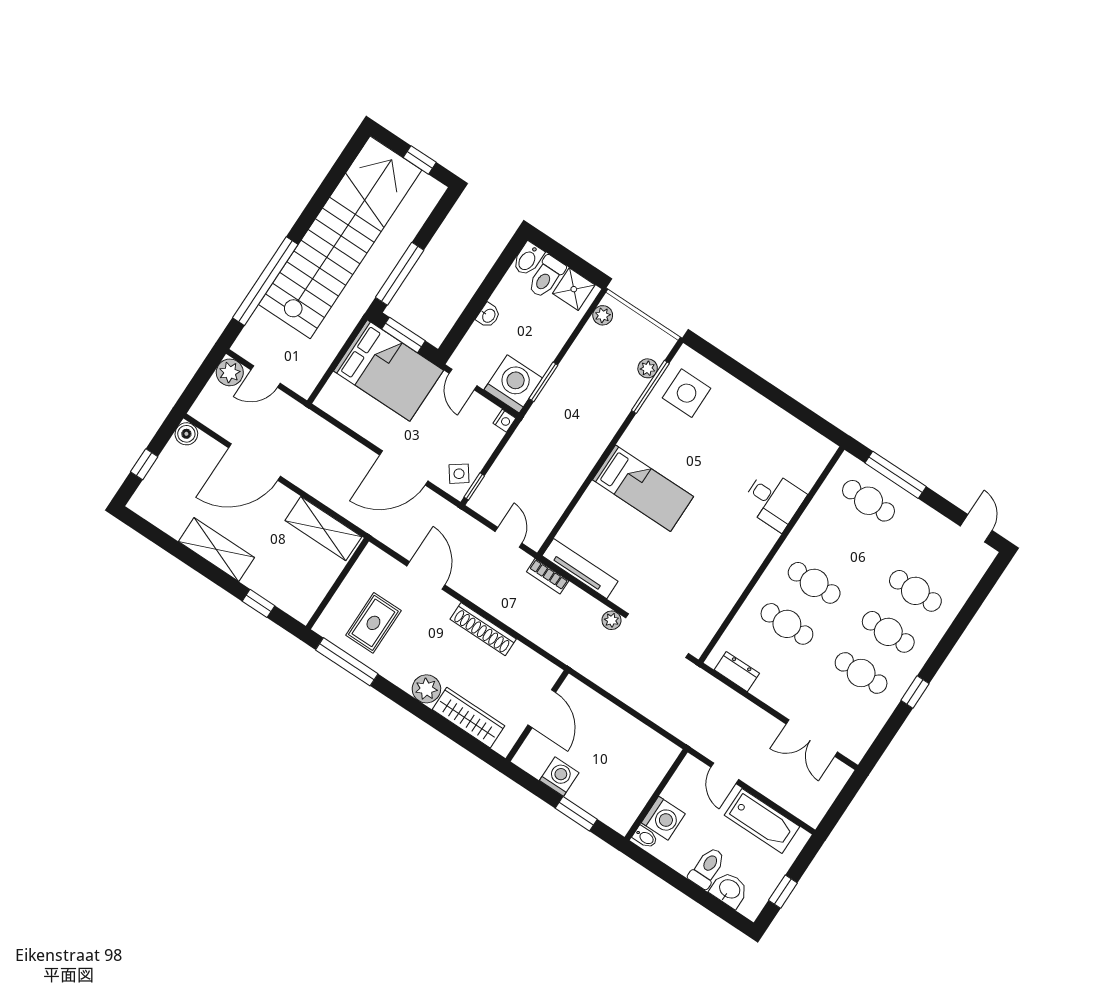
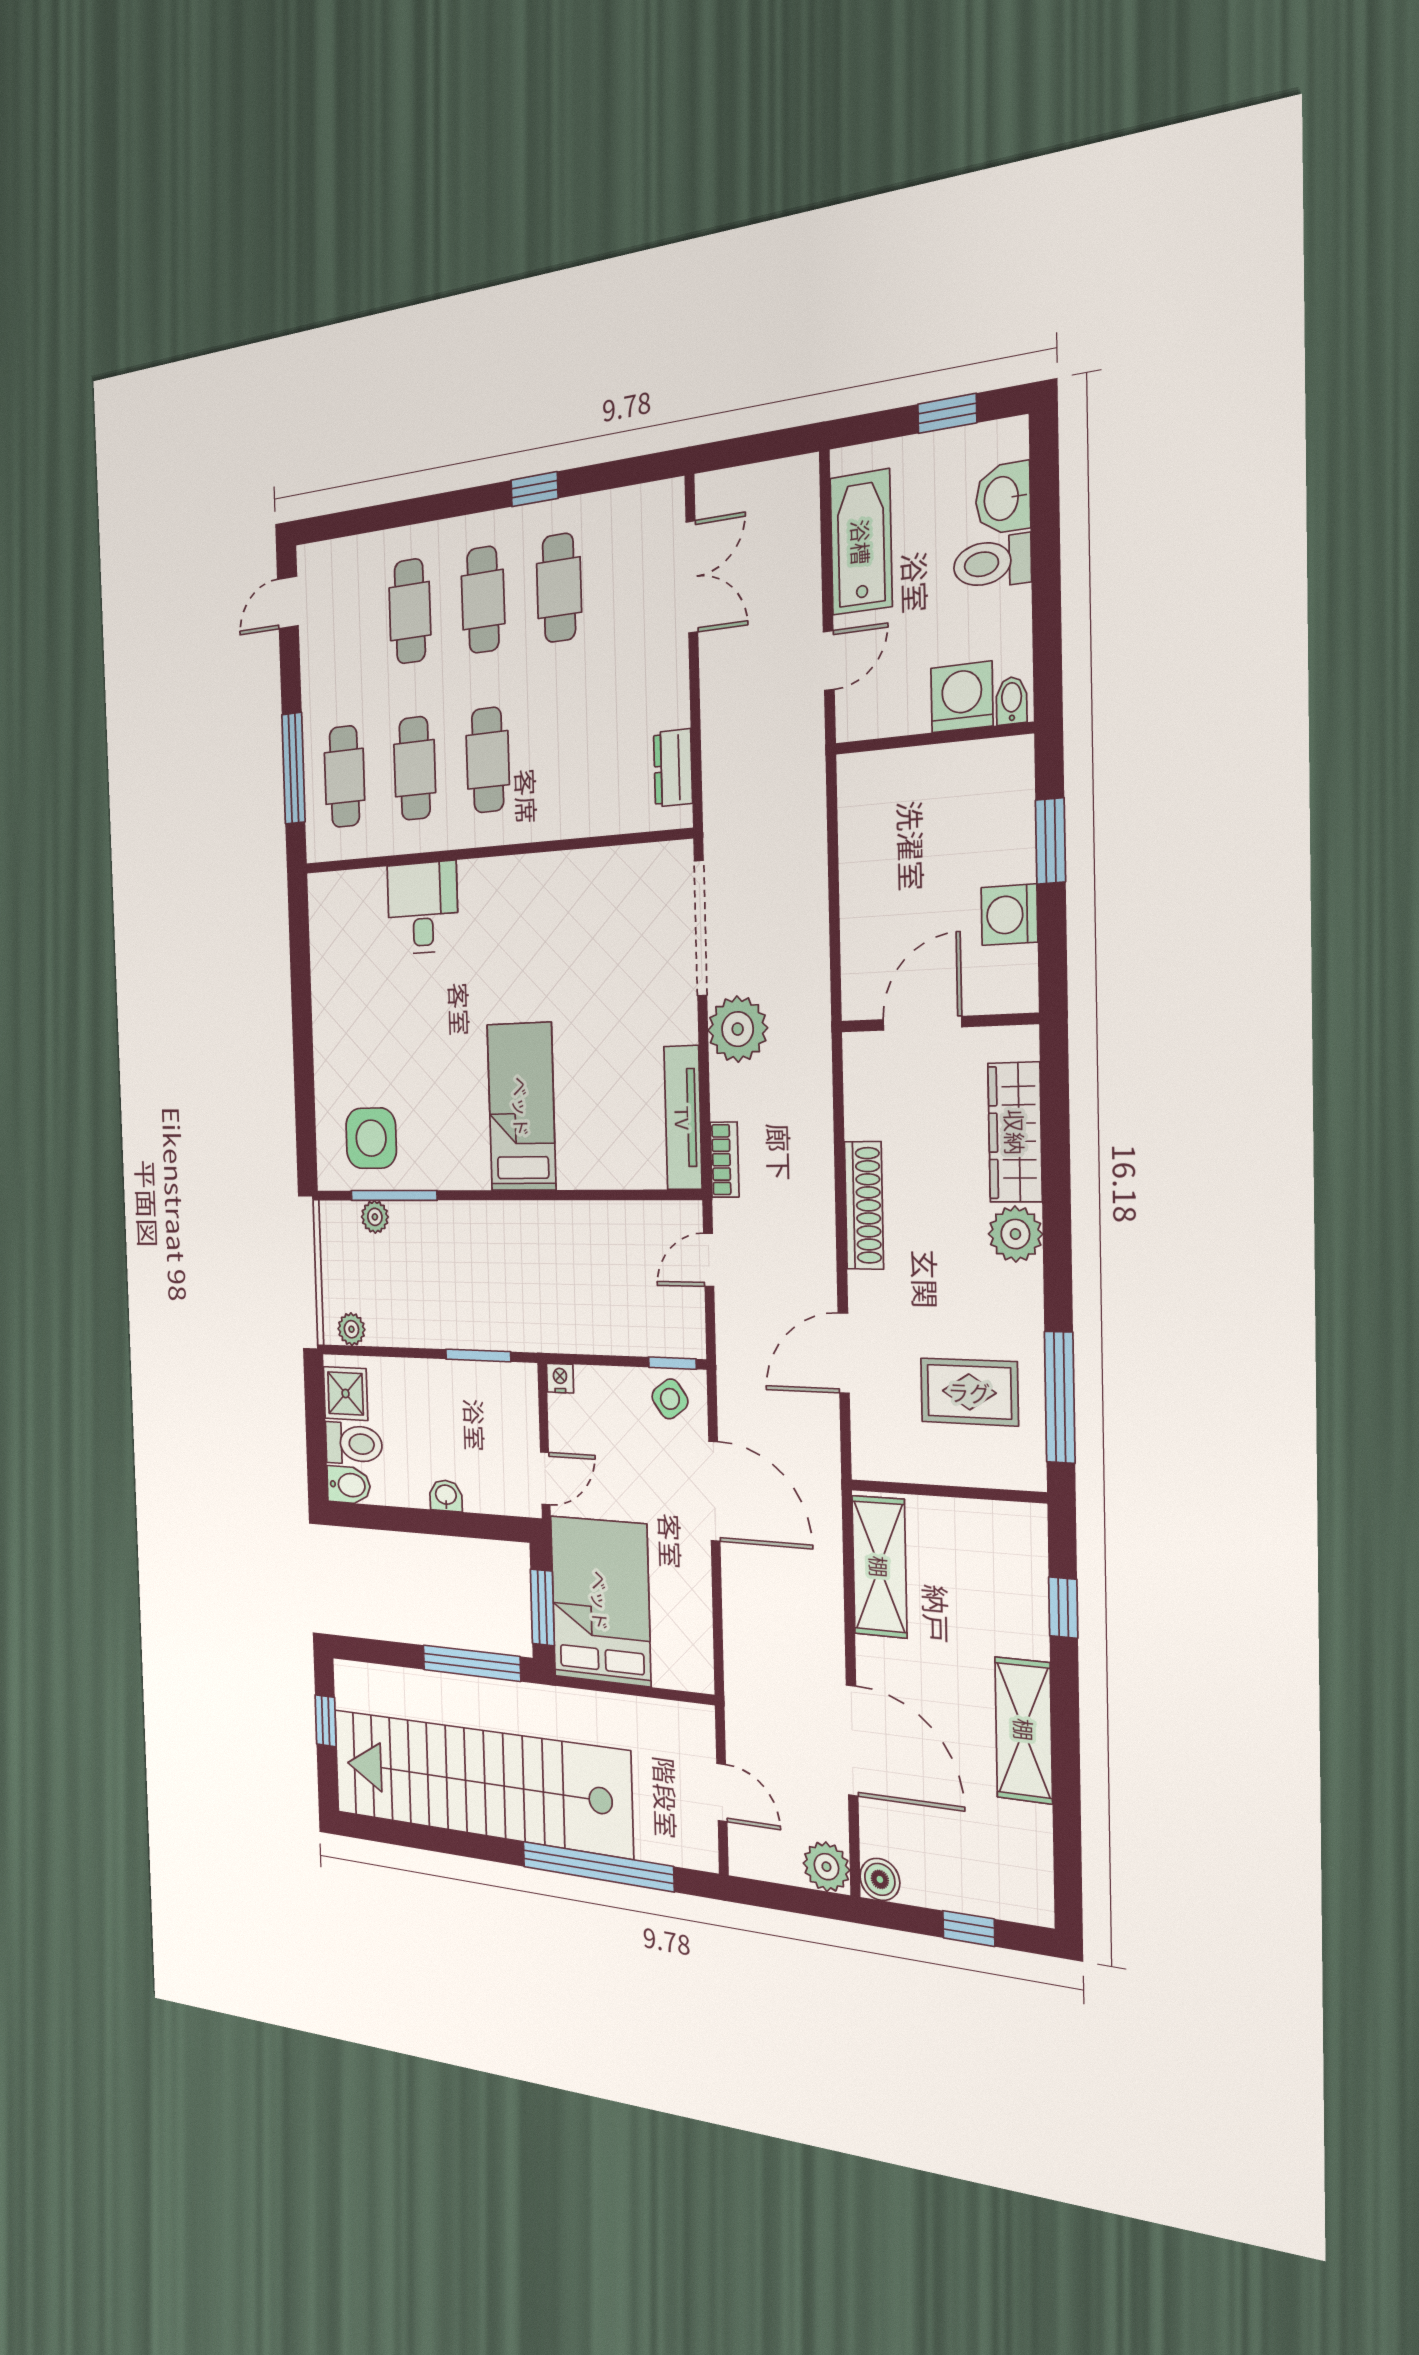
plant: (230, 372) -> (826, 1867), moved
washing machine: (513, 384) -> (507, 1399), removed
plant: (612, 620) -> (738, 1029), width x1.88, depth x1.88
cafe table: (787, 624) -> (415, 768), moved

